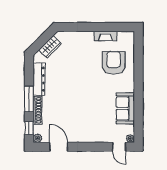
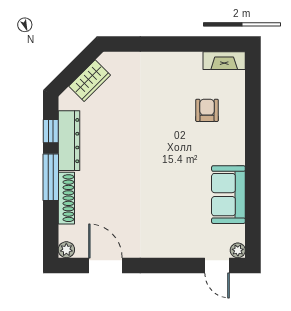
fireplace: (105, 36) -> (224, 61), moved
armchair: (114, 63) -> (207, 110), width x0.53, depth x0.53
window: (29, 128) -> (51, 131), moved

